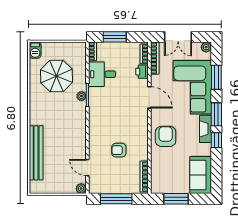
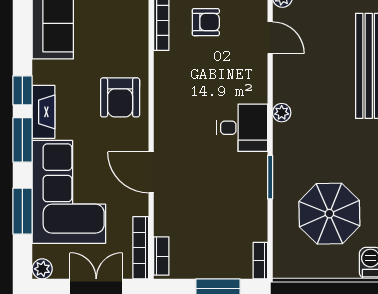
printer: (142, 72) -> (165, 222), removed
desk: (102, 74) -> (242, 128), moved
plant: (81, 96) -> (282, 113), moved
armchair: (119, 150) -> (206, 22), moved

